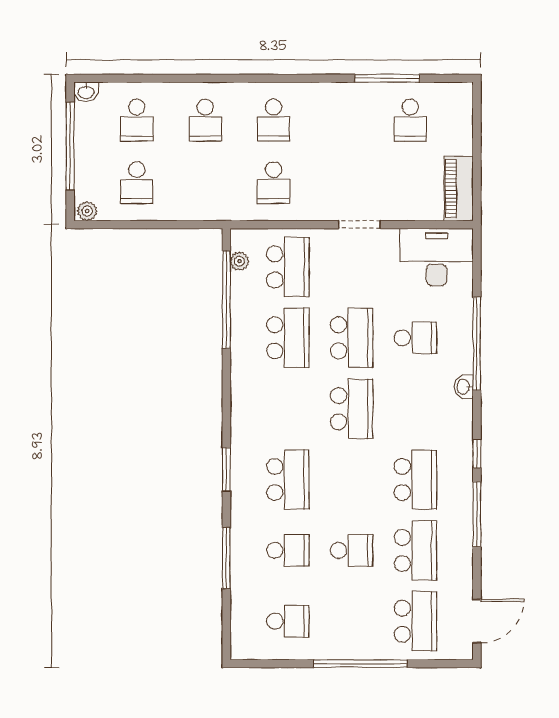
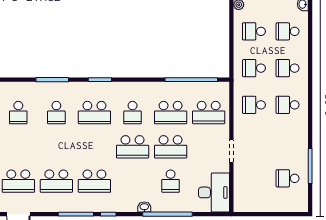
school desk: (205, 183) -> (254, 68), added
piano: (459, 188) -> (251, 204), removed
plant: (239, 261) -> (212, 87), removed
school desk: (352, 550) -> (133, 113), moved

